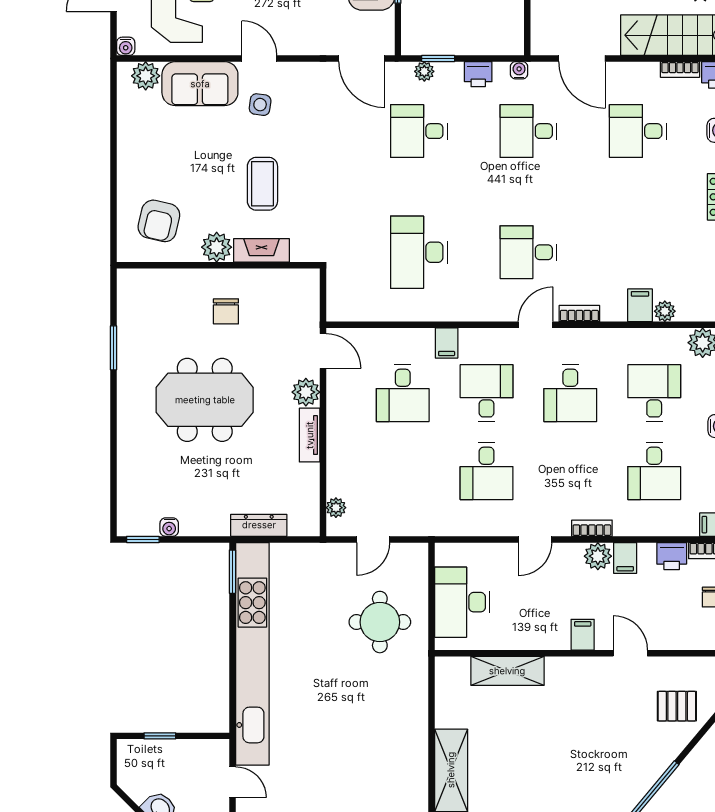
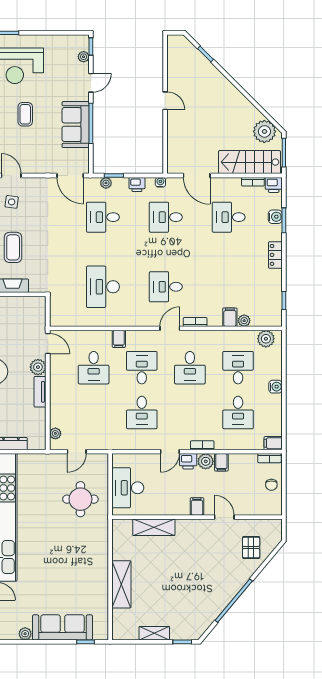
printer: (672, 556) -> (188, 461), moved
pallet: (677, 706) -> (251, 548), turned 90

